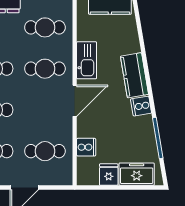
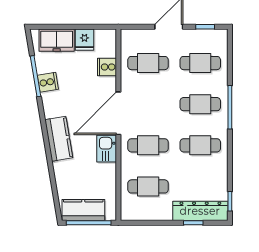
kitchen sink: (87, 60) -> (107, 149), width x0.73
door: (75, 101) -> (118, 113), width x1.36
cooker: (141, 106) -> (48, 82), moved

